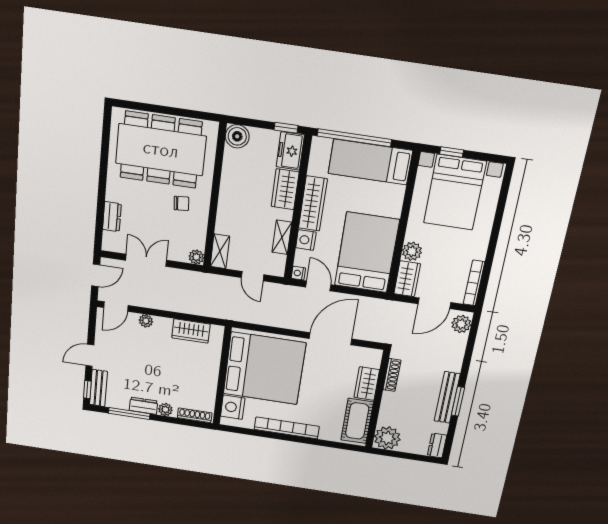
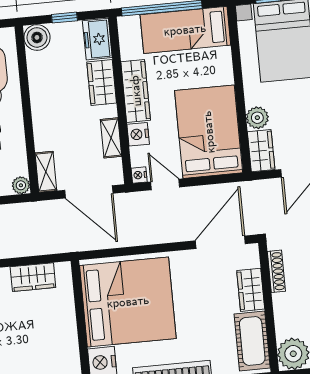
window: (286, 128) -> (64, 18), moved
door: (253, 276) -> (89, 192), width x1.88
door: (330, 339) -> (220, 242), moved

